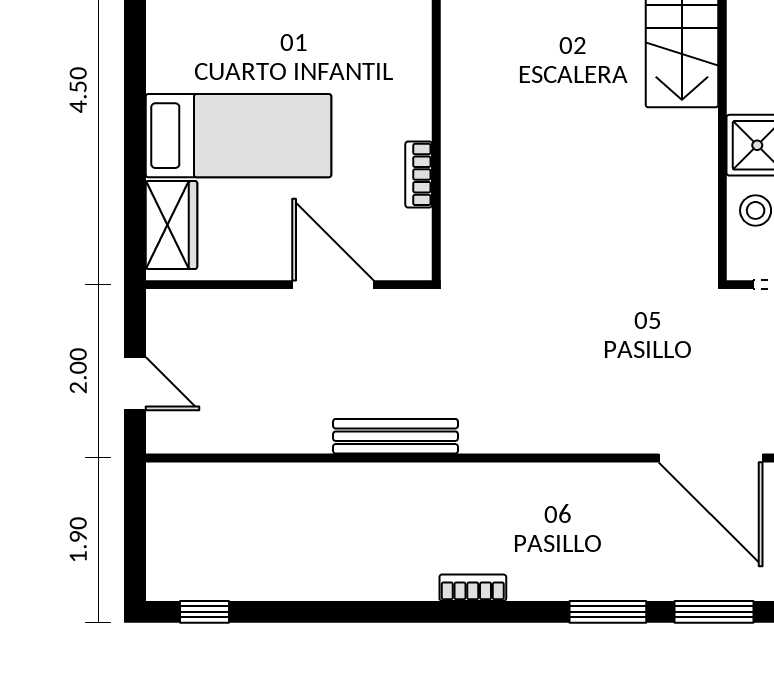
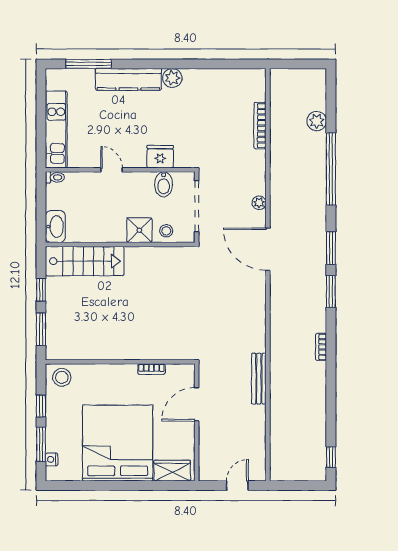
bed: (239, 136) -> (118, 443), width x2.04
door: (711, 458) -> (268, 249), swing flipped

